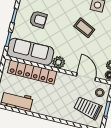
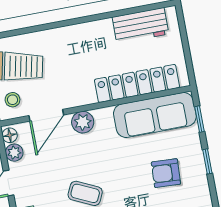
plant: (59, 62) -> (83, 122), moved
door: (86, 77) -> (46, 115), hinge flipped

